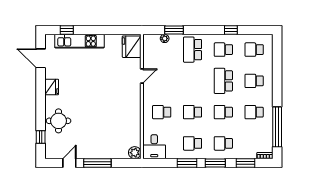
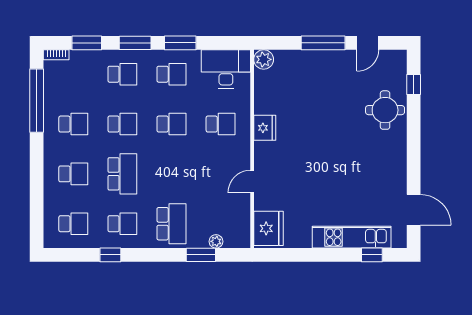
fridge: (52, 87) -> (265, 128), moved, turned 180
desk: (154, 147) -> (226, 69), width x1.37

